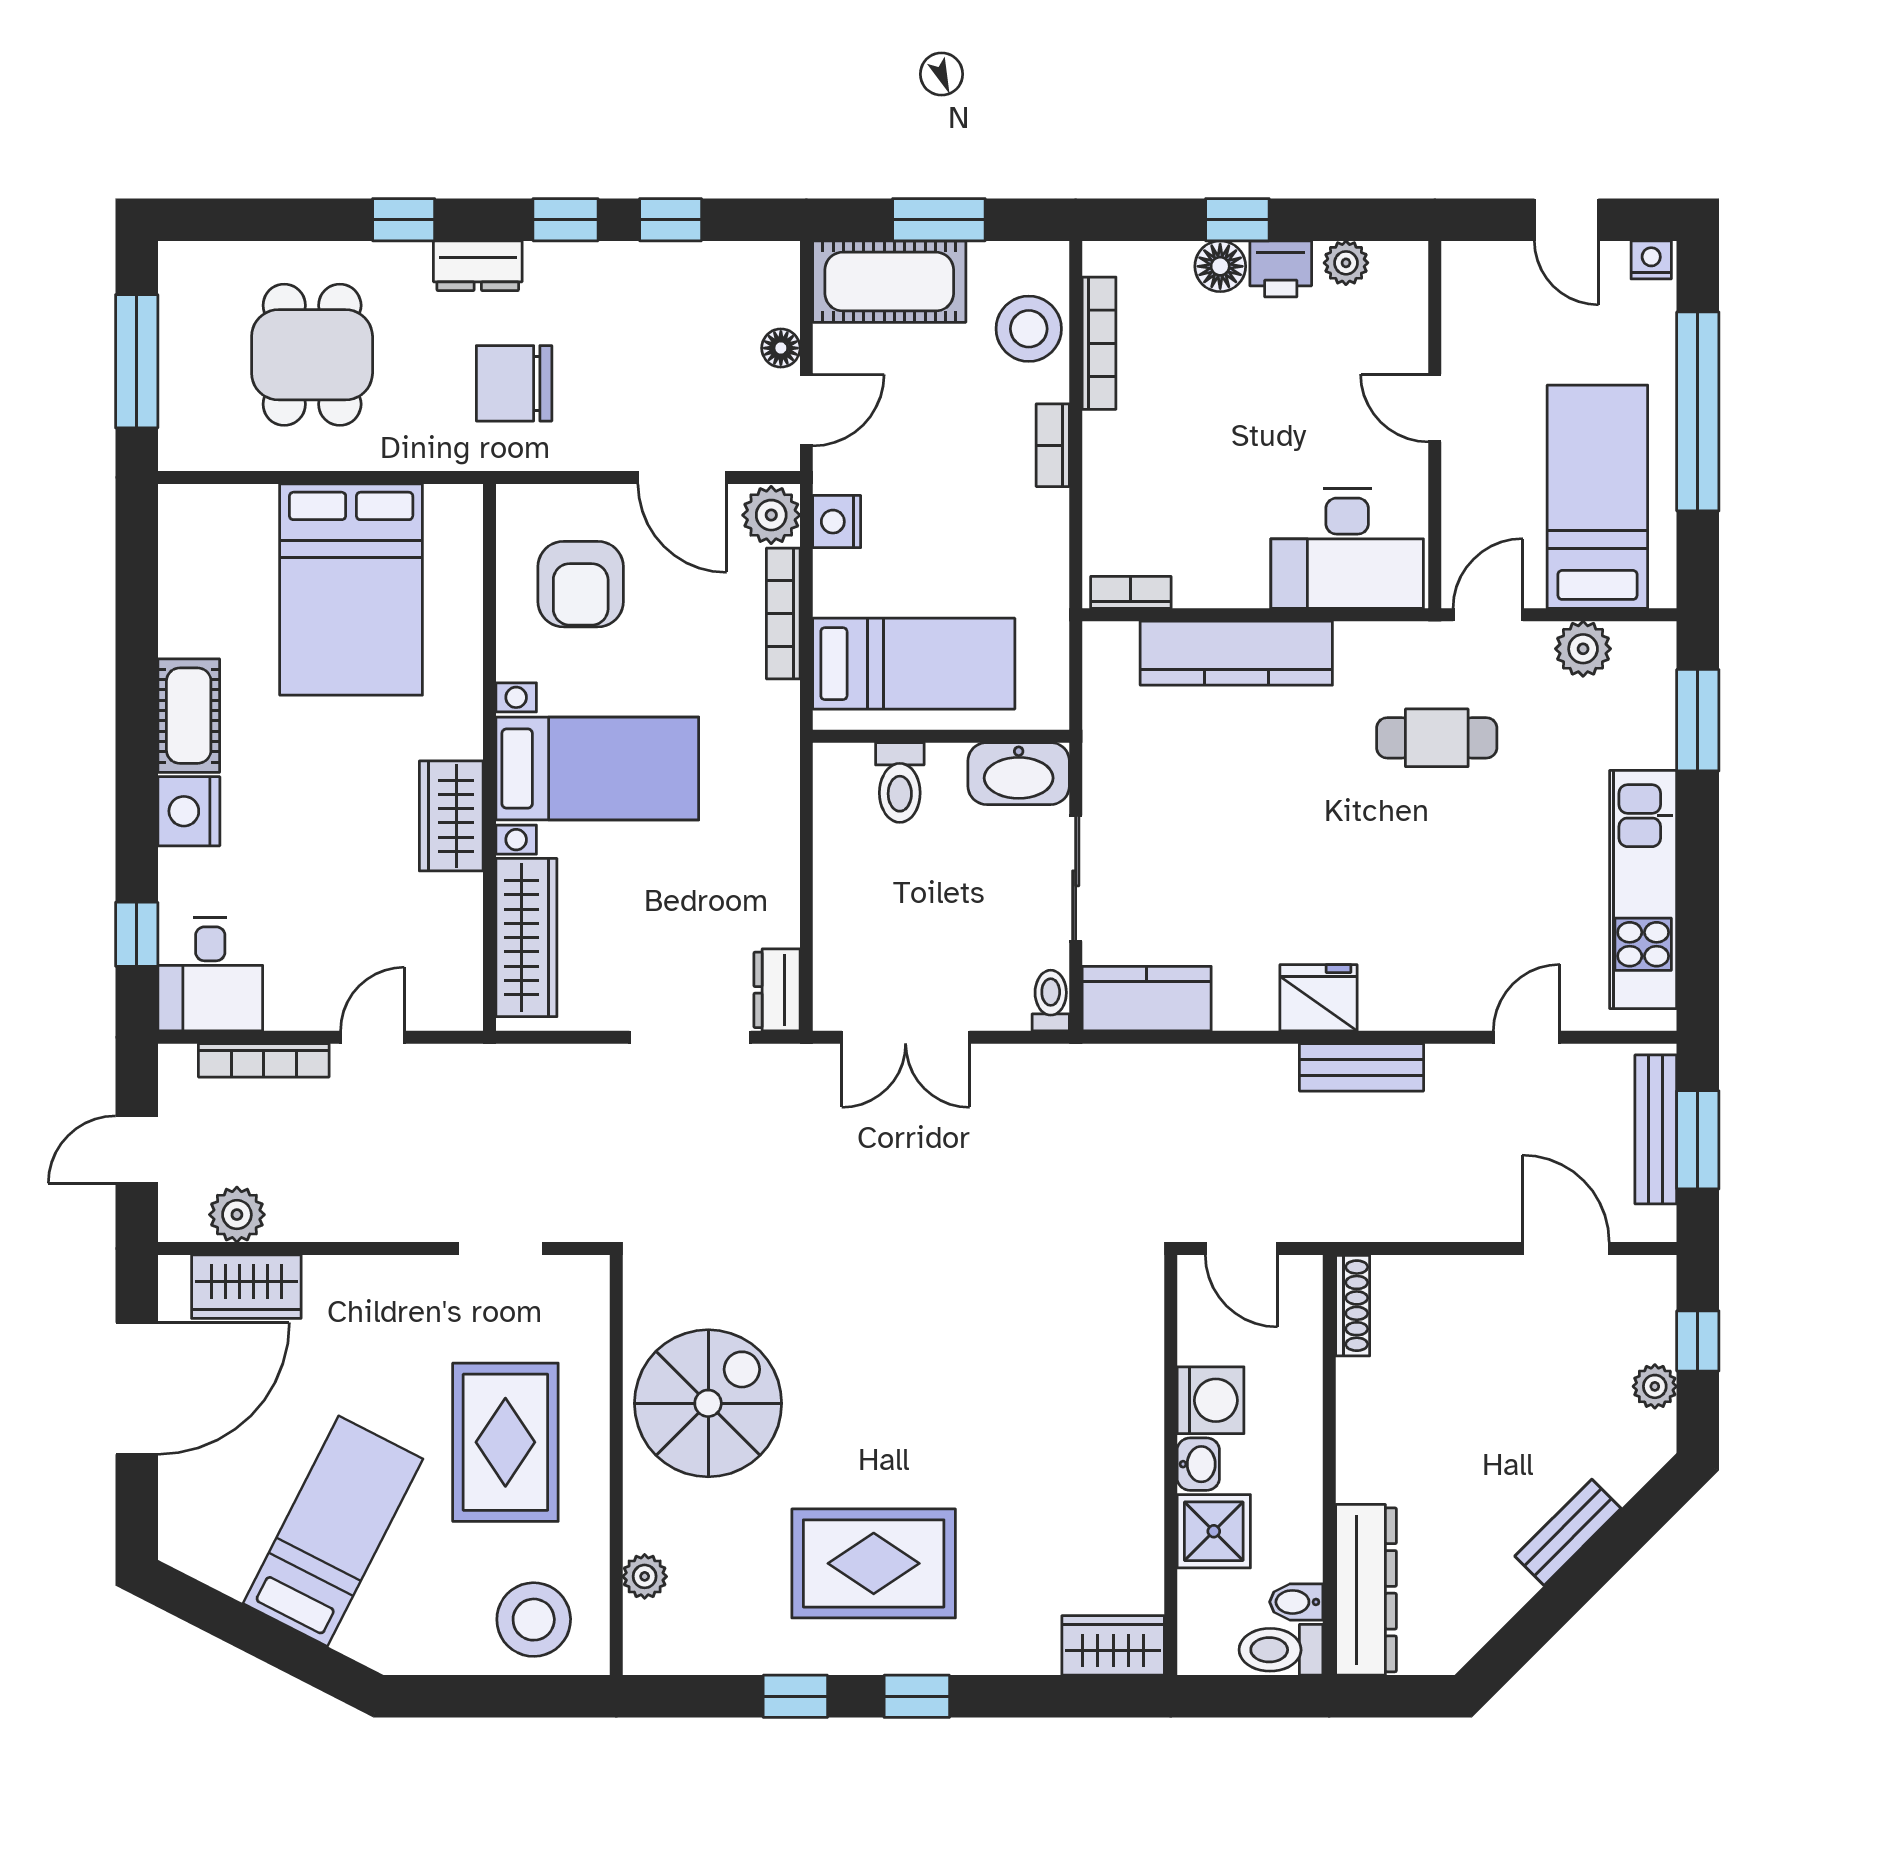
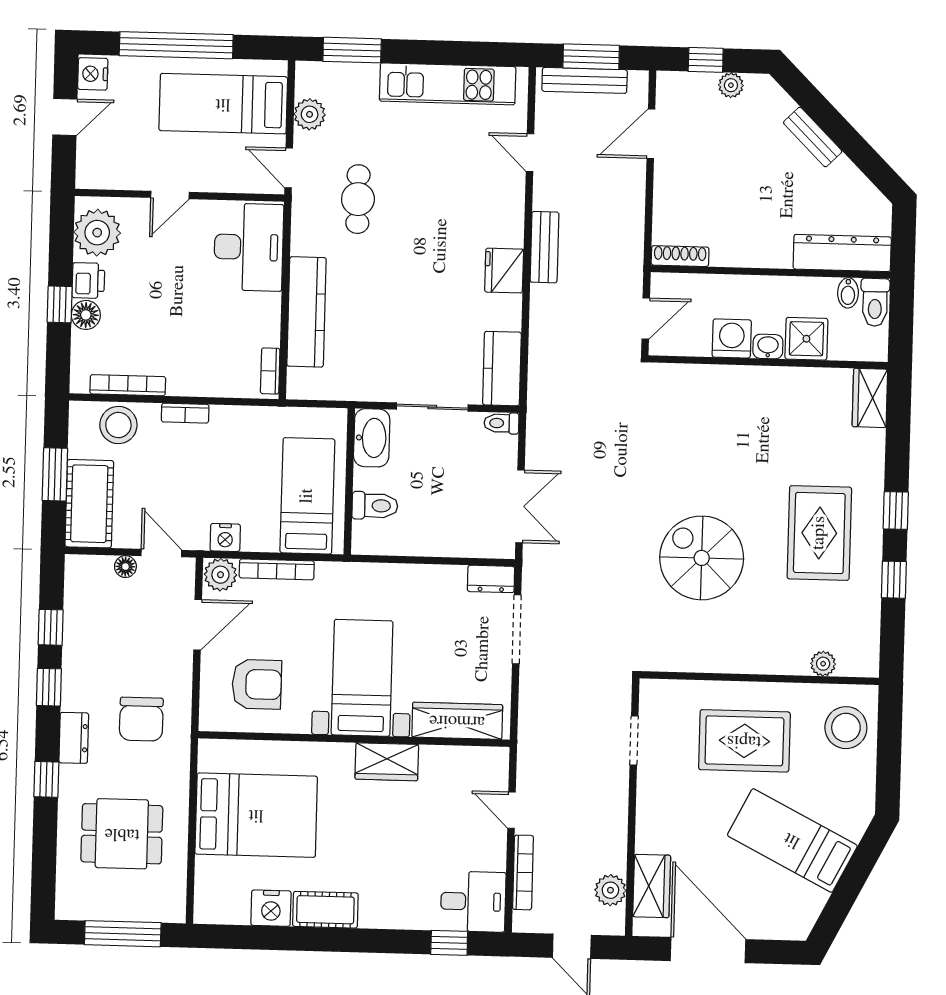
nightstand: (1651, 260) -> (93, 74), width x1.39, depth x1.35
plant: (1346, 263) -> (97, 233), width x1.87, depth x1.87
nightstand: (189, 811) -> (271, 908), moved
spiral stairs: (708, 1403) -> (702, 558), moved

